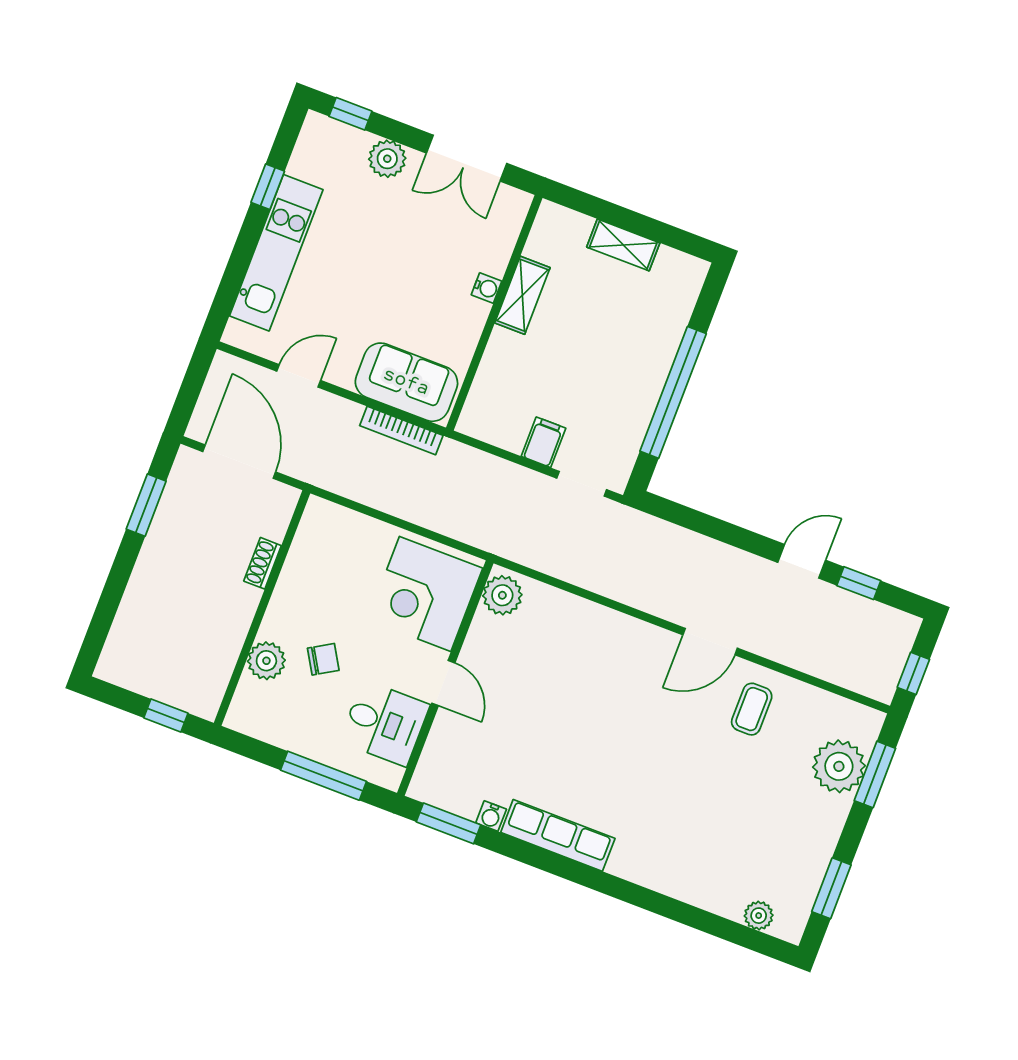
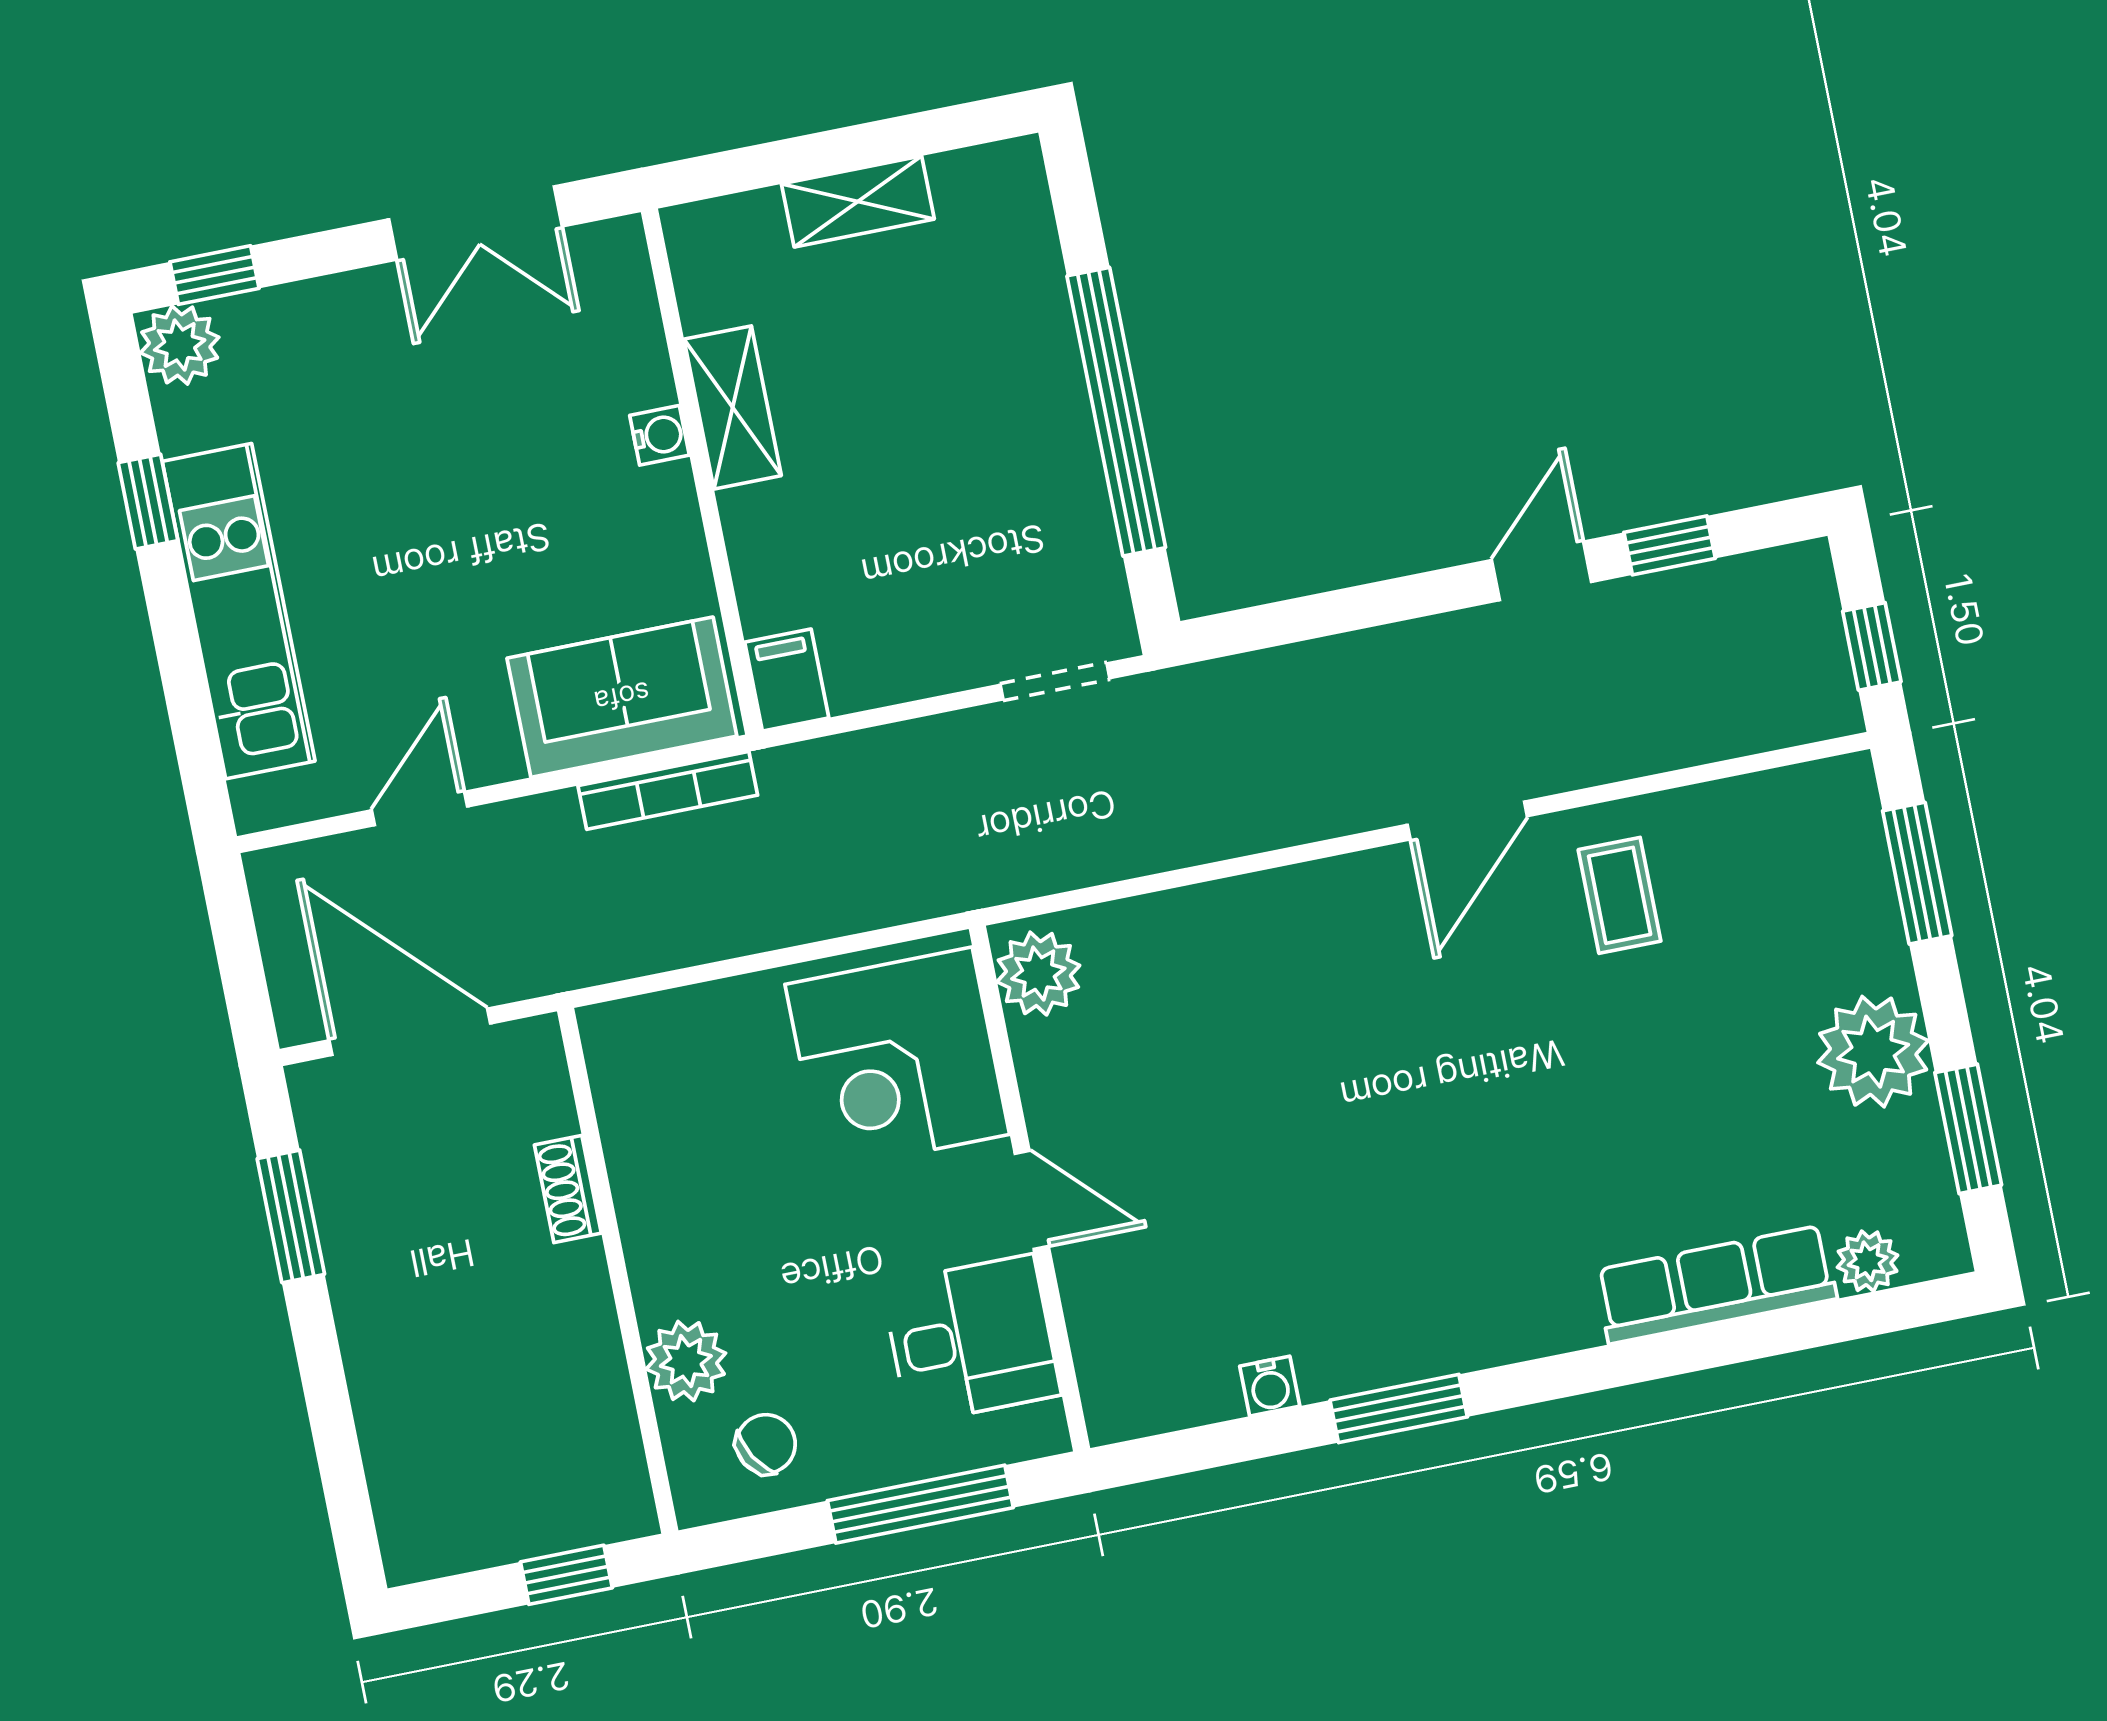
plant: (387, 159) -> (180, 345), moved
filing cabinet: (543, 442) -> (787, 680), moved
chair: (323, 659) -> (766, 1444), moved
plant: (839, 766) -> (1873, 1052), moved
window: (449, 823) -> (1399, 1409), moved
row of seats: (558, 835) -> (1716, 1285), moved

